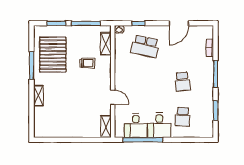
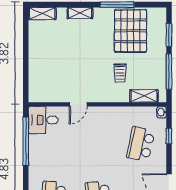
pallet: (53, 55) -> (130, 31), turned 90
desk: (159, 125) -> (44, 162), removed
shelving: (106, 126) -> (42, 13), moved
desk: (136, 126) -> (43, 120), moved

